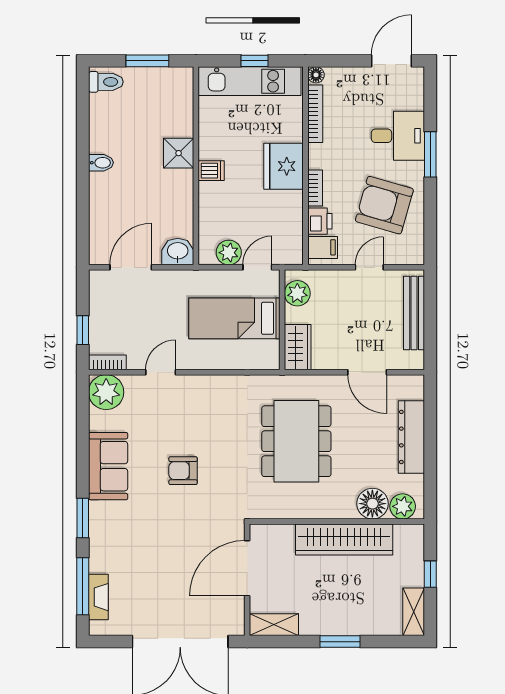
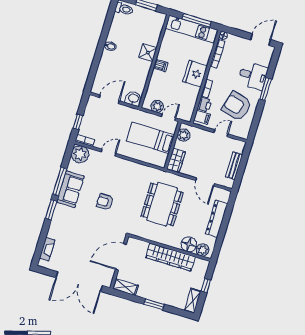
window: (254, 61) -> (197, 20), width x2.17
bench: (414, 313) -> (234, 166), width x0.73
window: (83, 586) -> (60, 181), moved

